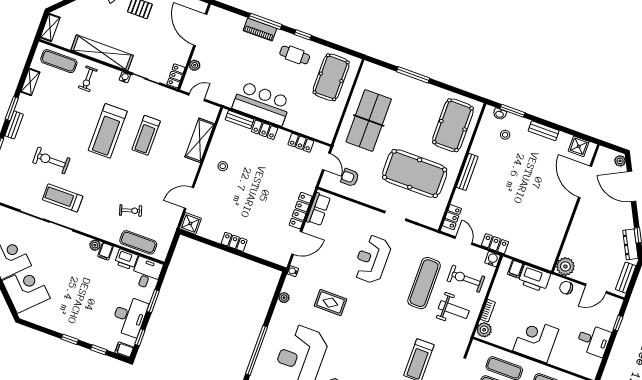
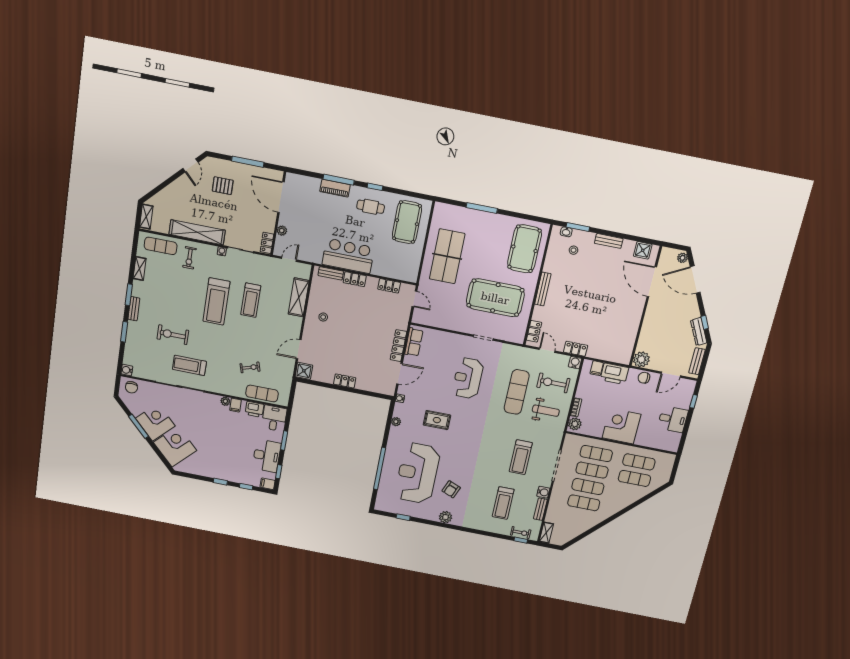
armchair: (350, 178) -> (438, 310), removed

